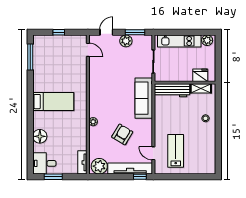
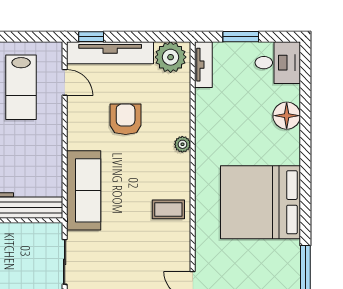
coffee table: (100, 88) -> (168, 209), added
bed: (53, 102) -> (261, 202), width x2.04
armchair: (122, 134) -> (126, 119), turned 149
window: (53, 177) -> (241, 37), moved

